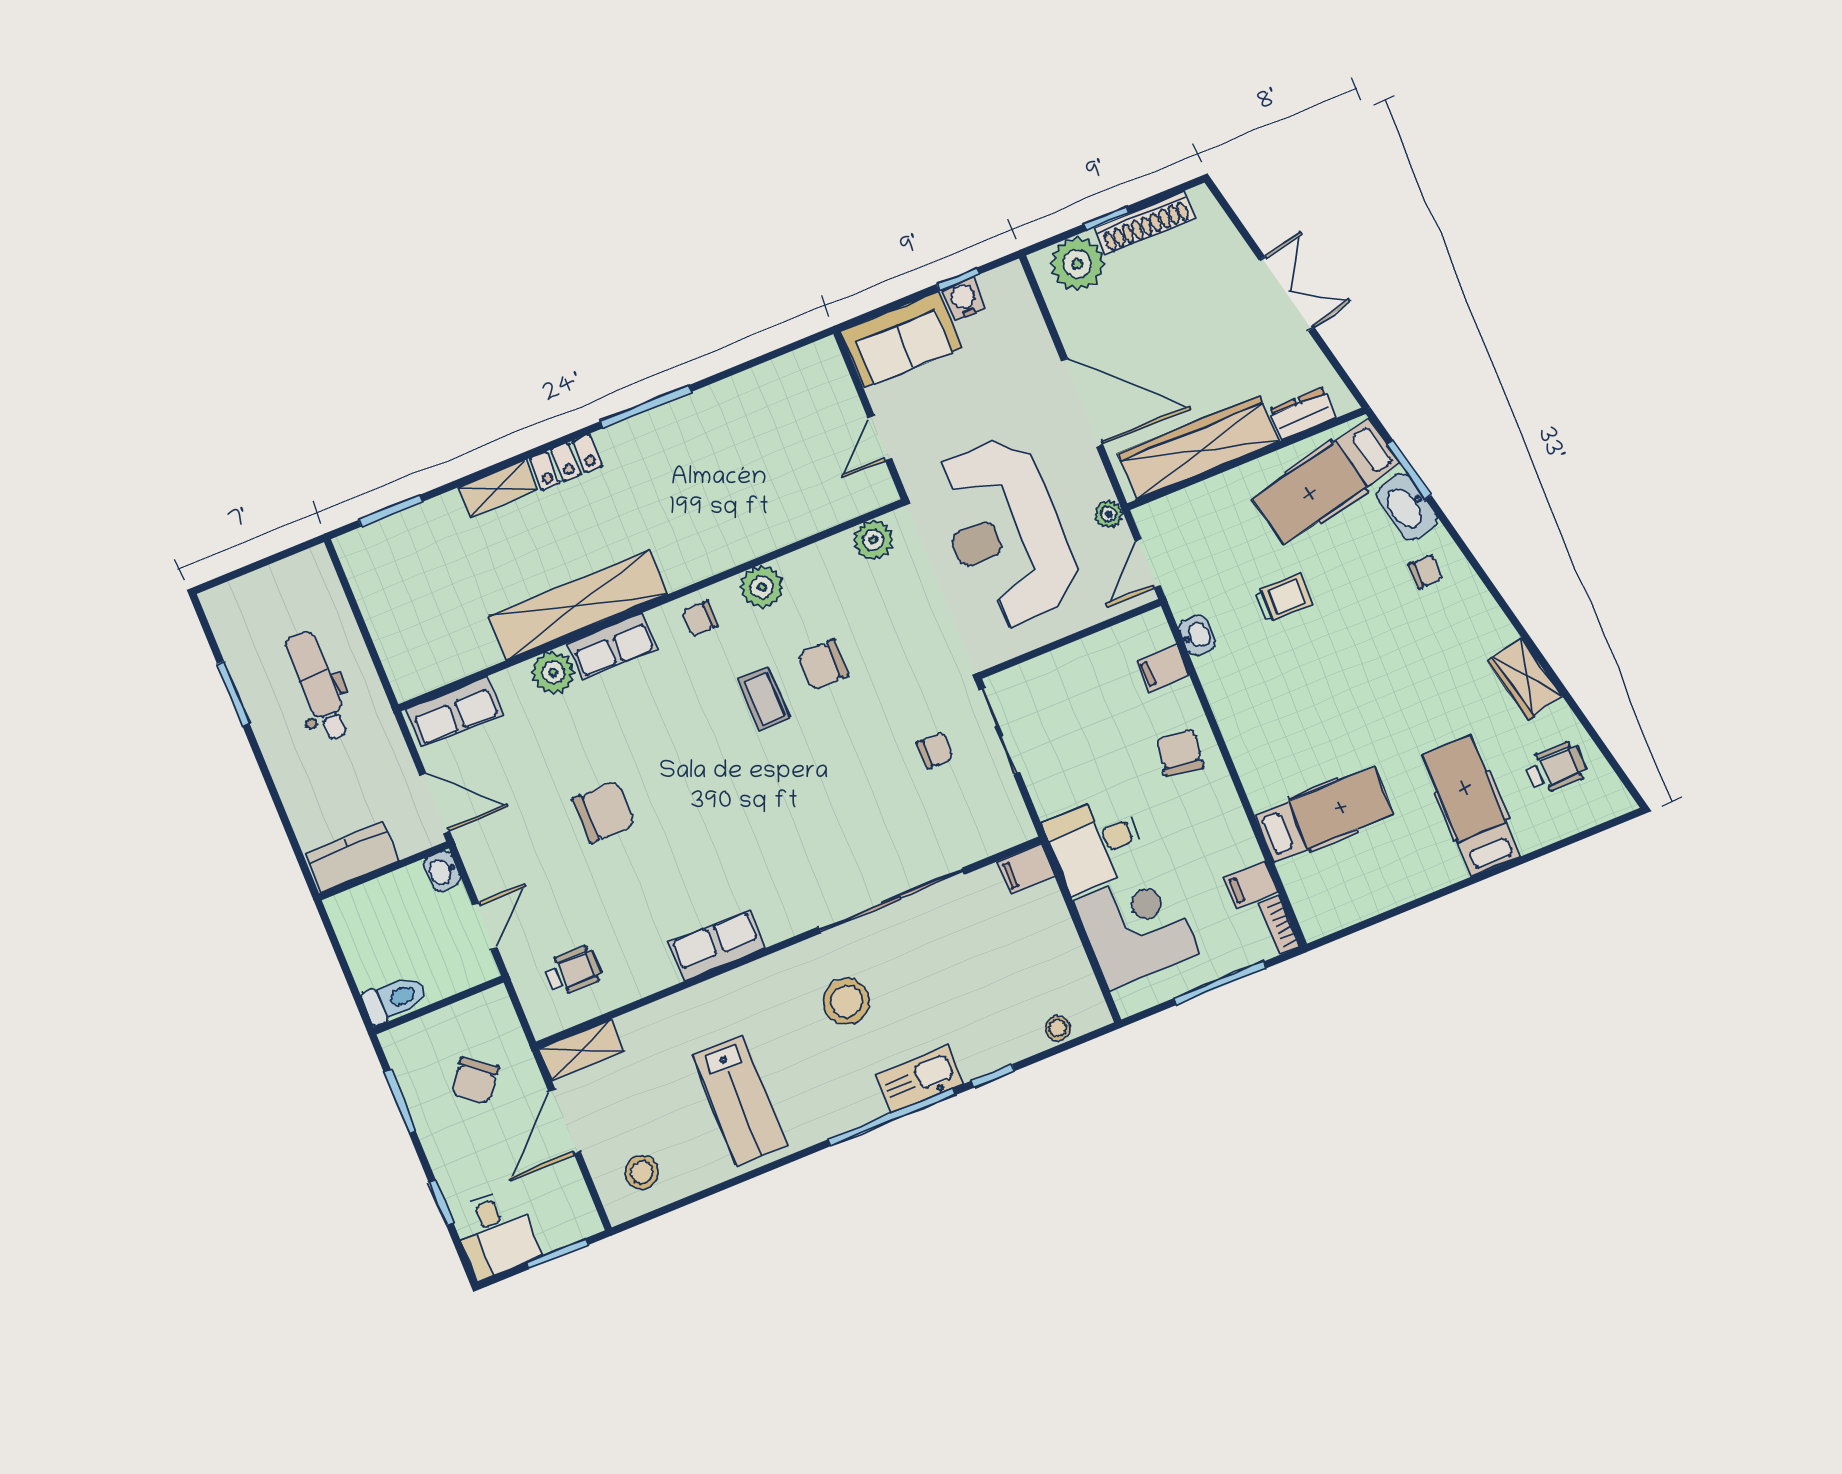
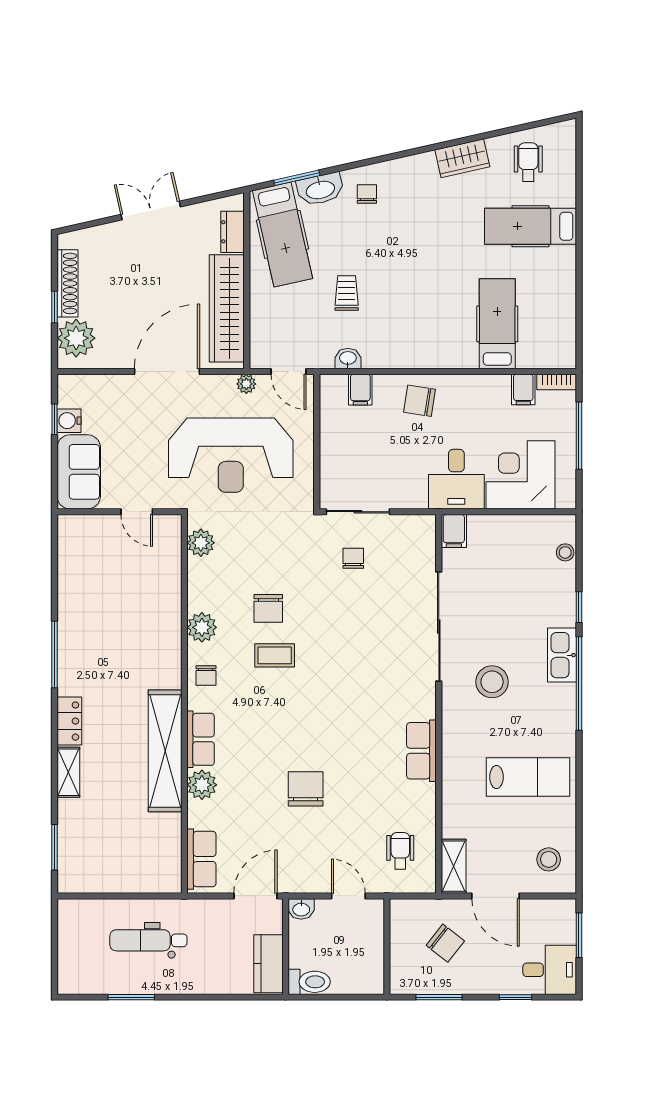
toilet: (395, 999) -> (309, 982), moved, turned 90

